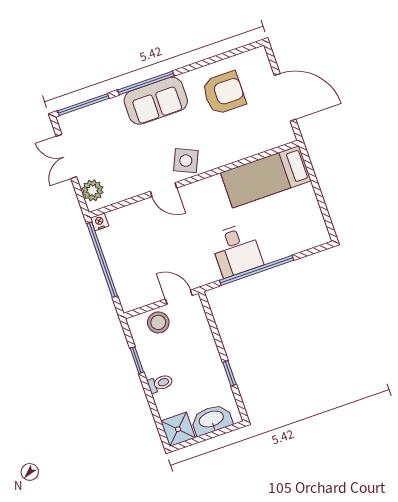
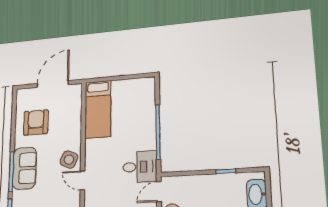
door: (164, 190) -> (82, 180), swing flipped
desk: (236, 250) -> (140, 167), moved

